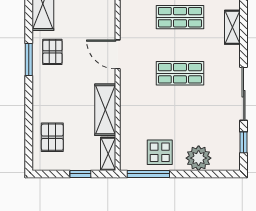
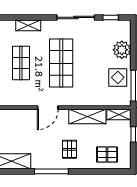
pallet: (52, 52) -> (69, 149), moved, turned 90
window: (29, 60) -> (51, 171), width x1.44
shop shelf: (180, 73) -> (61, 63), width x1.43, depth x1.36

